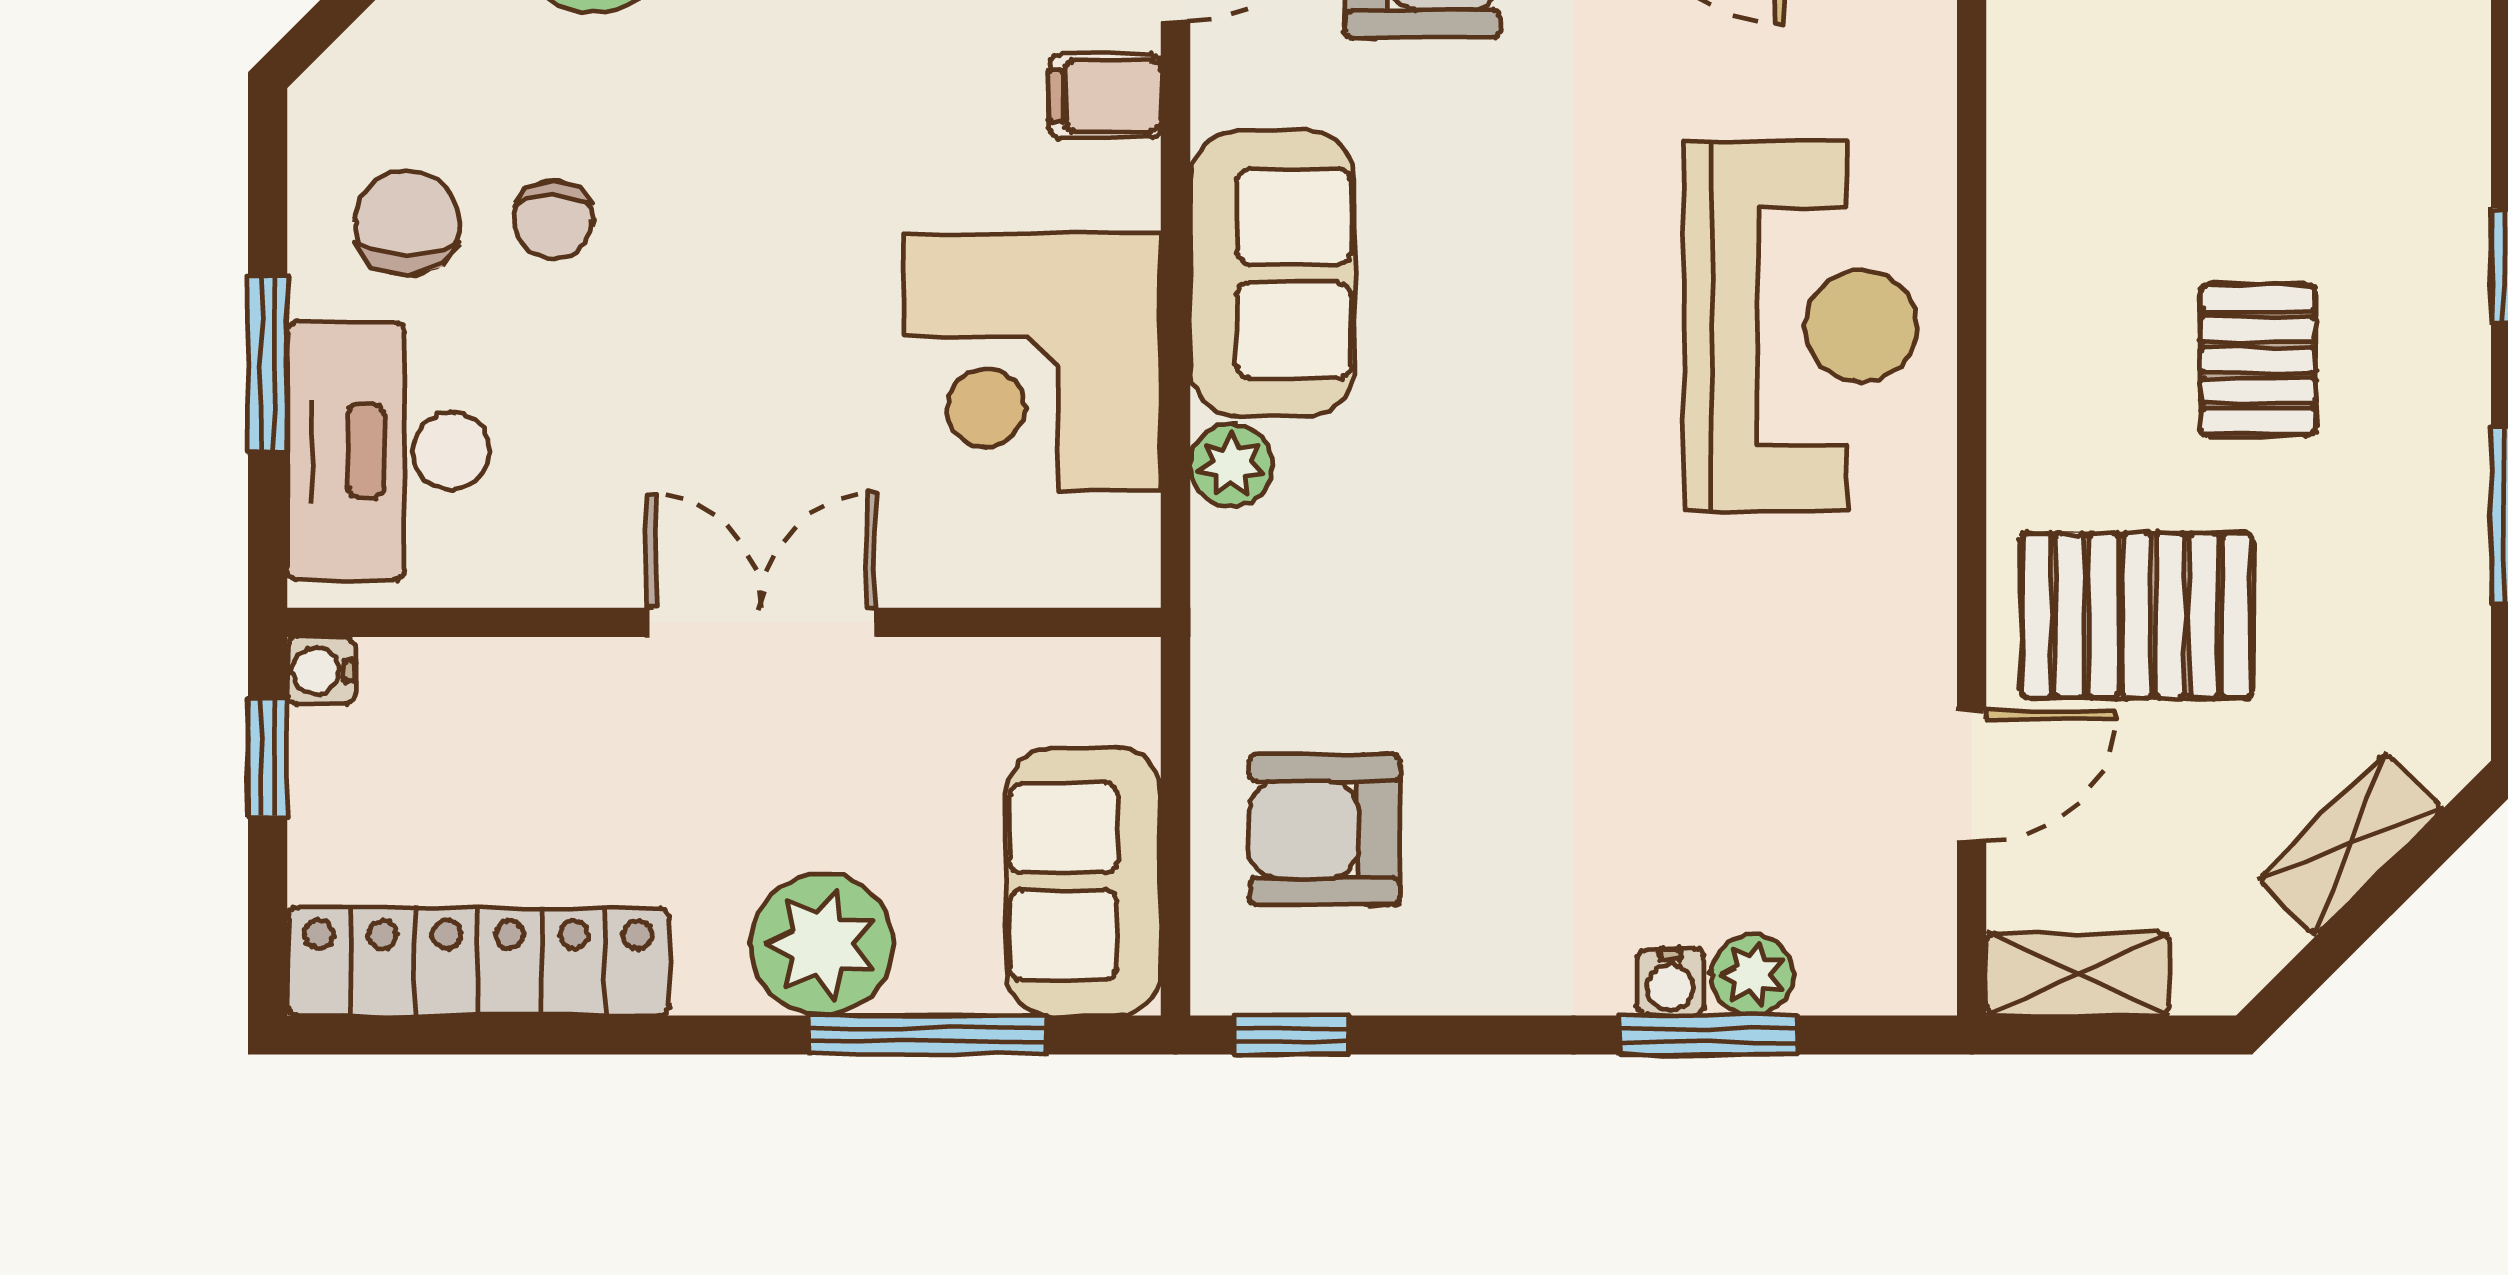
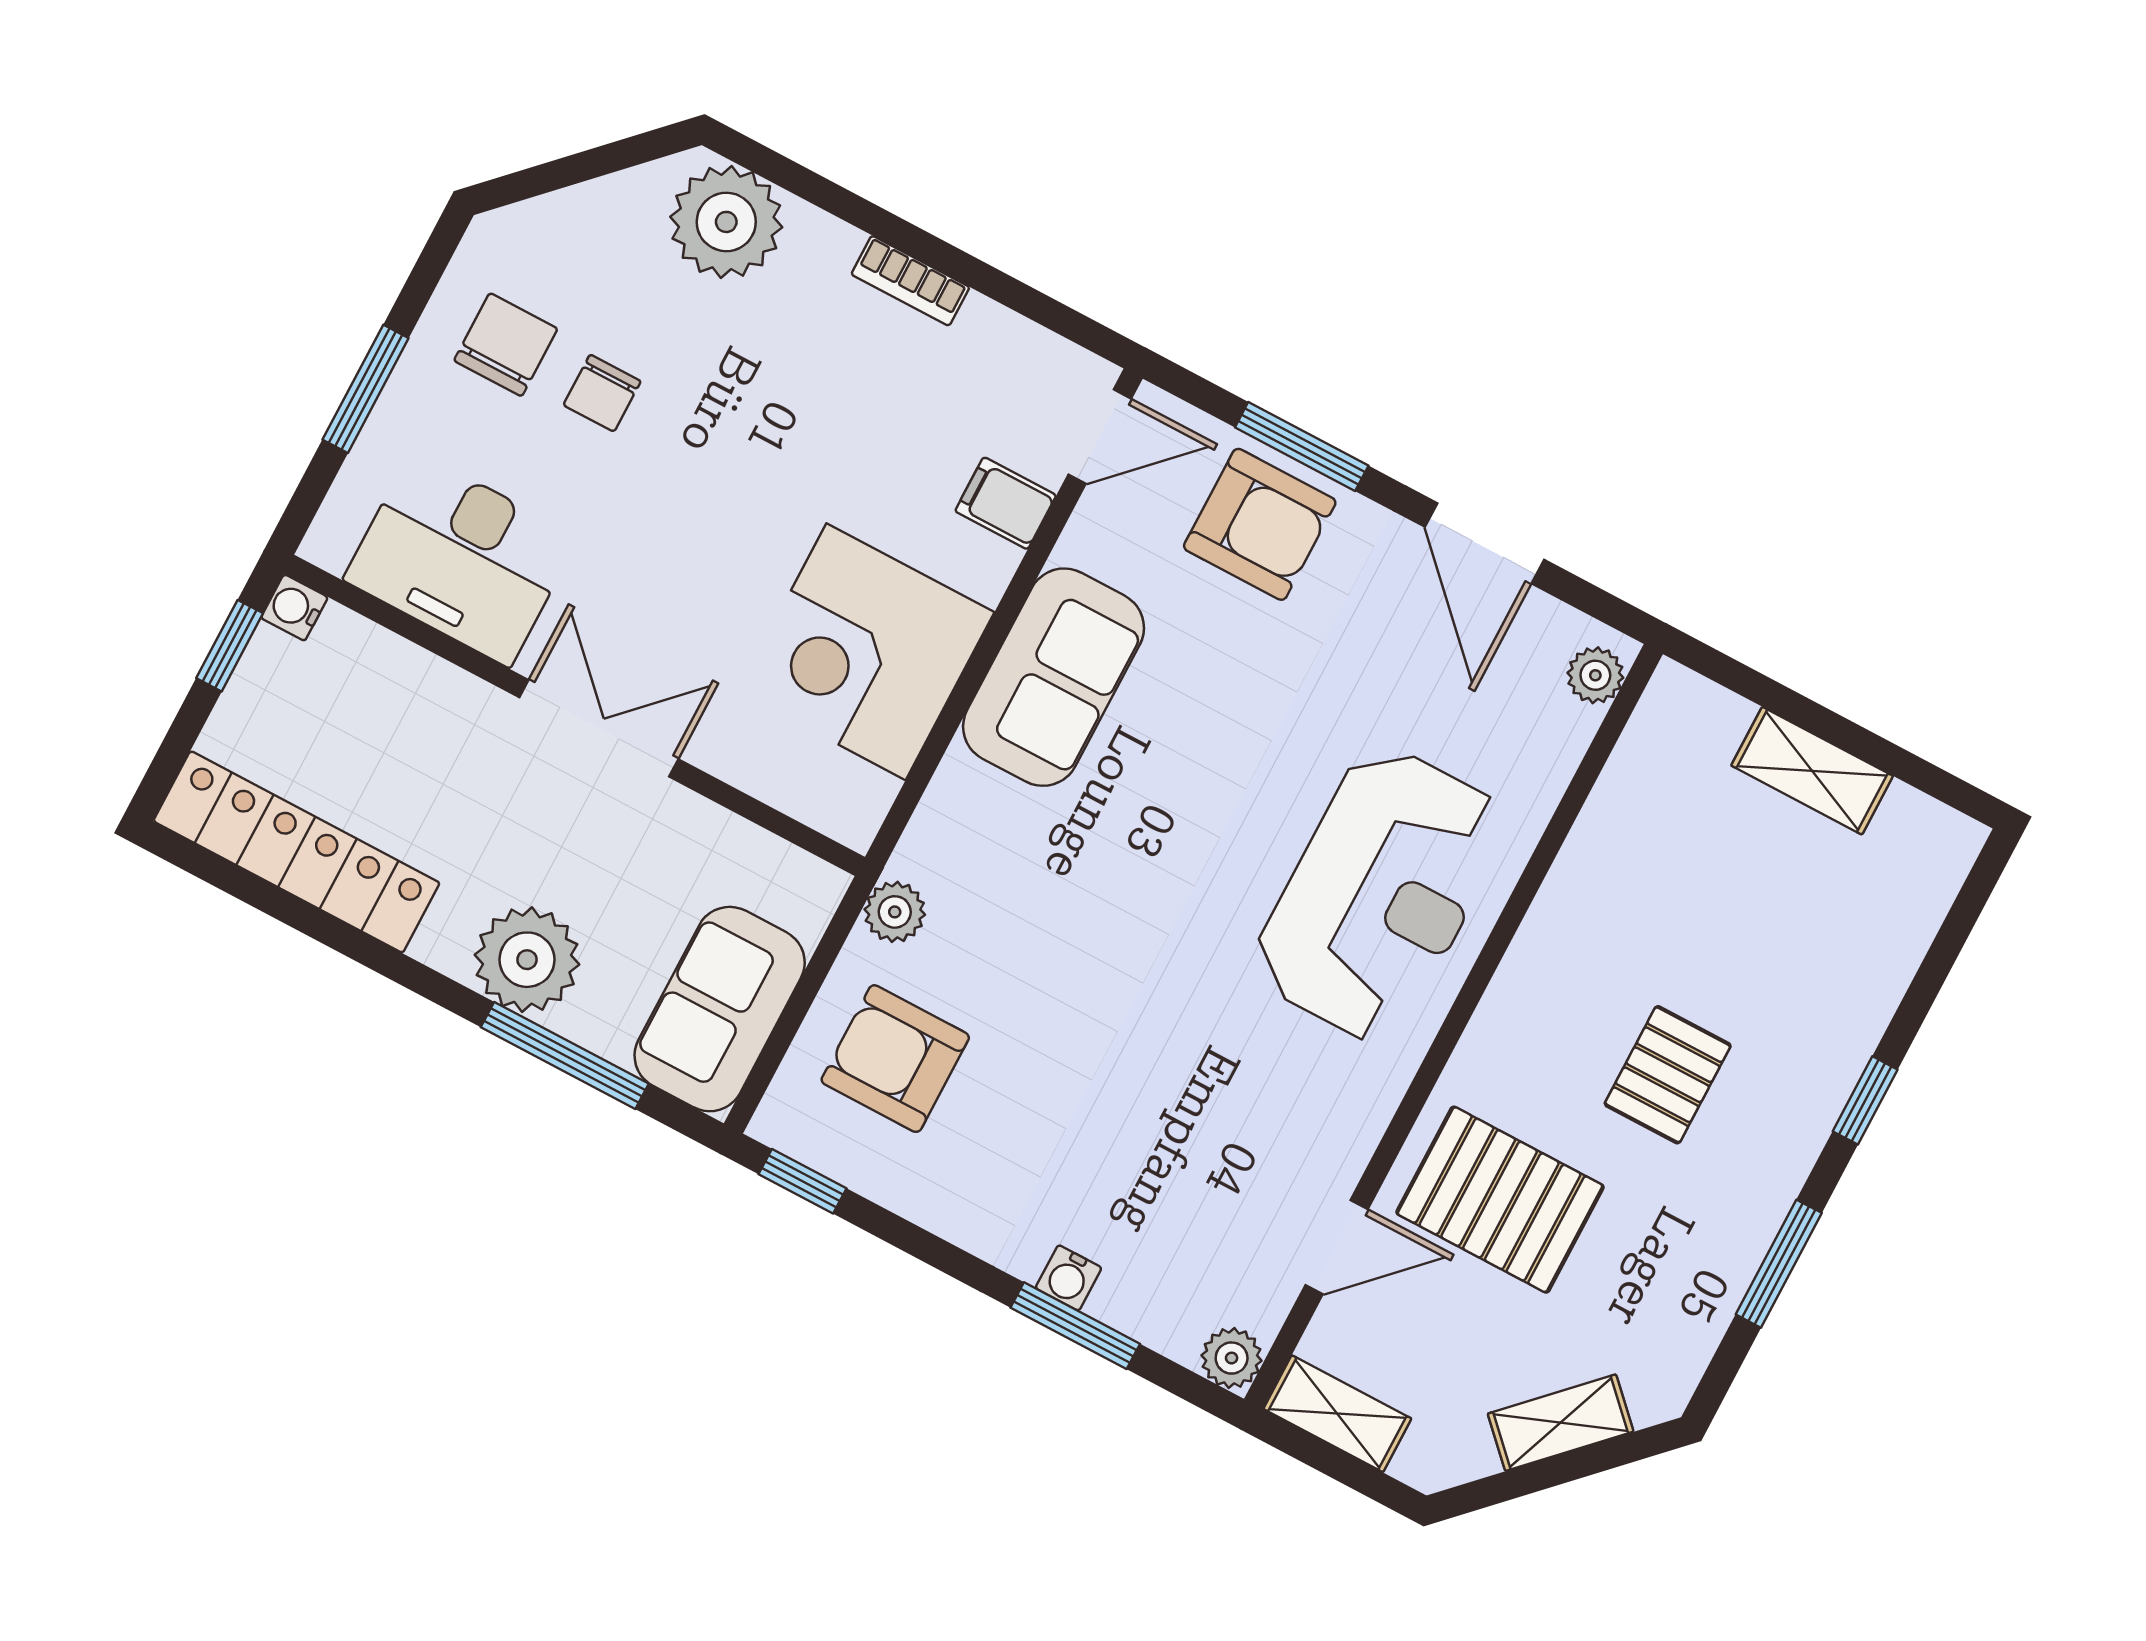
desk: (388, 451) -> (461, 558), moved, turned -90
plant: (1231, 465) -> (895, 912), moved
plant: (1753, 975) -> (1232, 1358), moved

